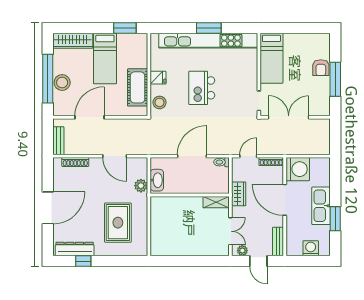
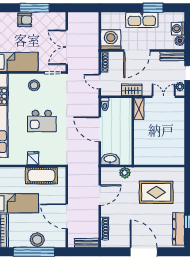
stool: (159, 102) -> (34, 85), moved
washbasin: (157, 180) -> (110, 159), moved
boiler: (296, 250) -> (180, 41), added

